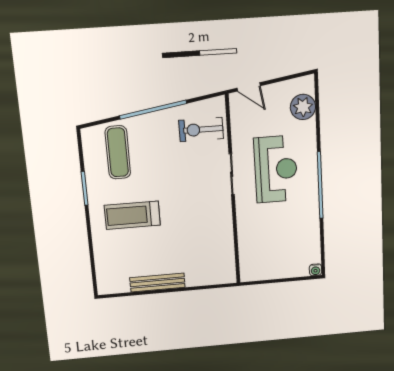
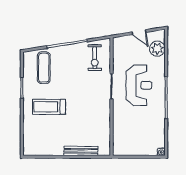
door: (249, 87) -> (139, 32), moved
exercise bike: (201, 130) -> (95, 58), turned -90
bench: (157, 283) -> (81, 151), moved

